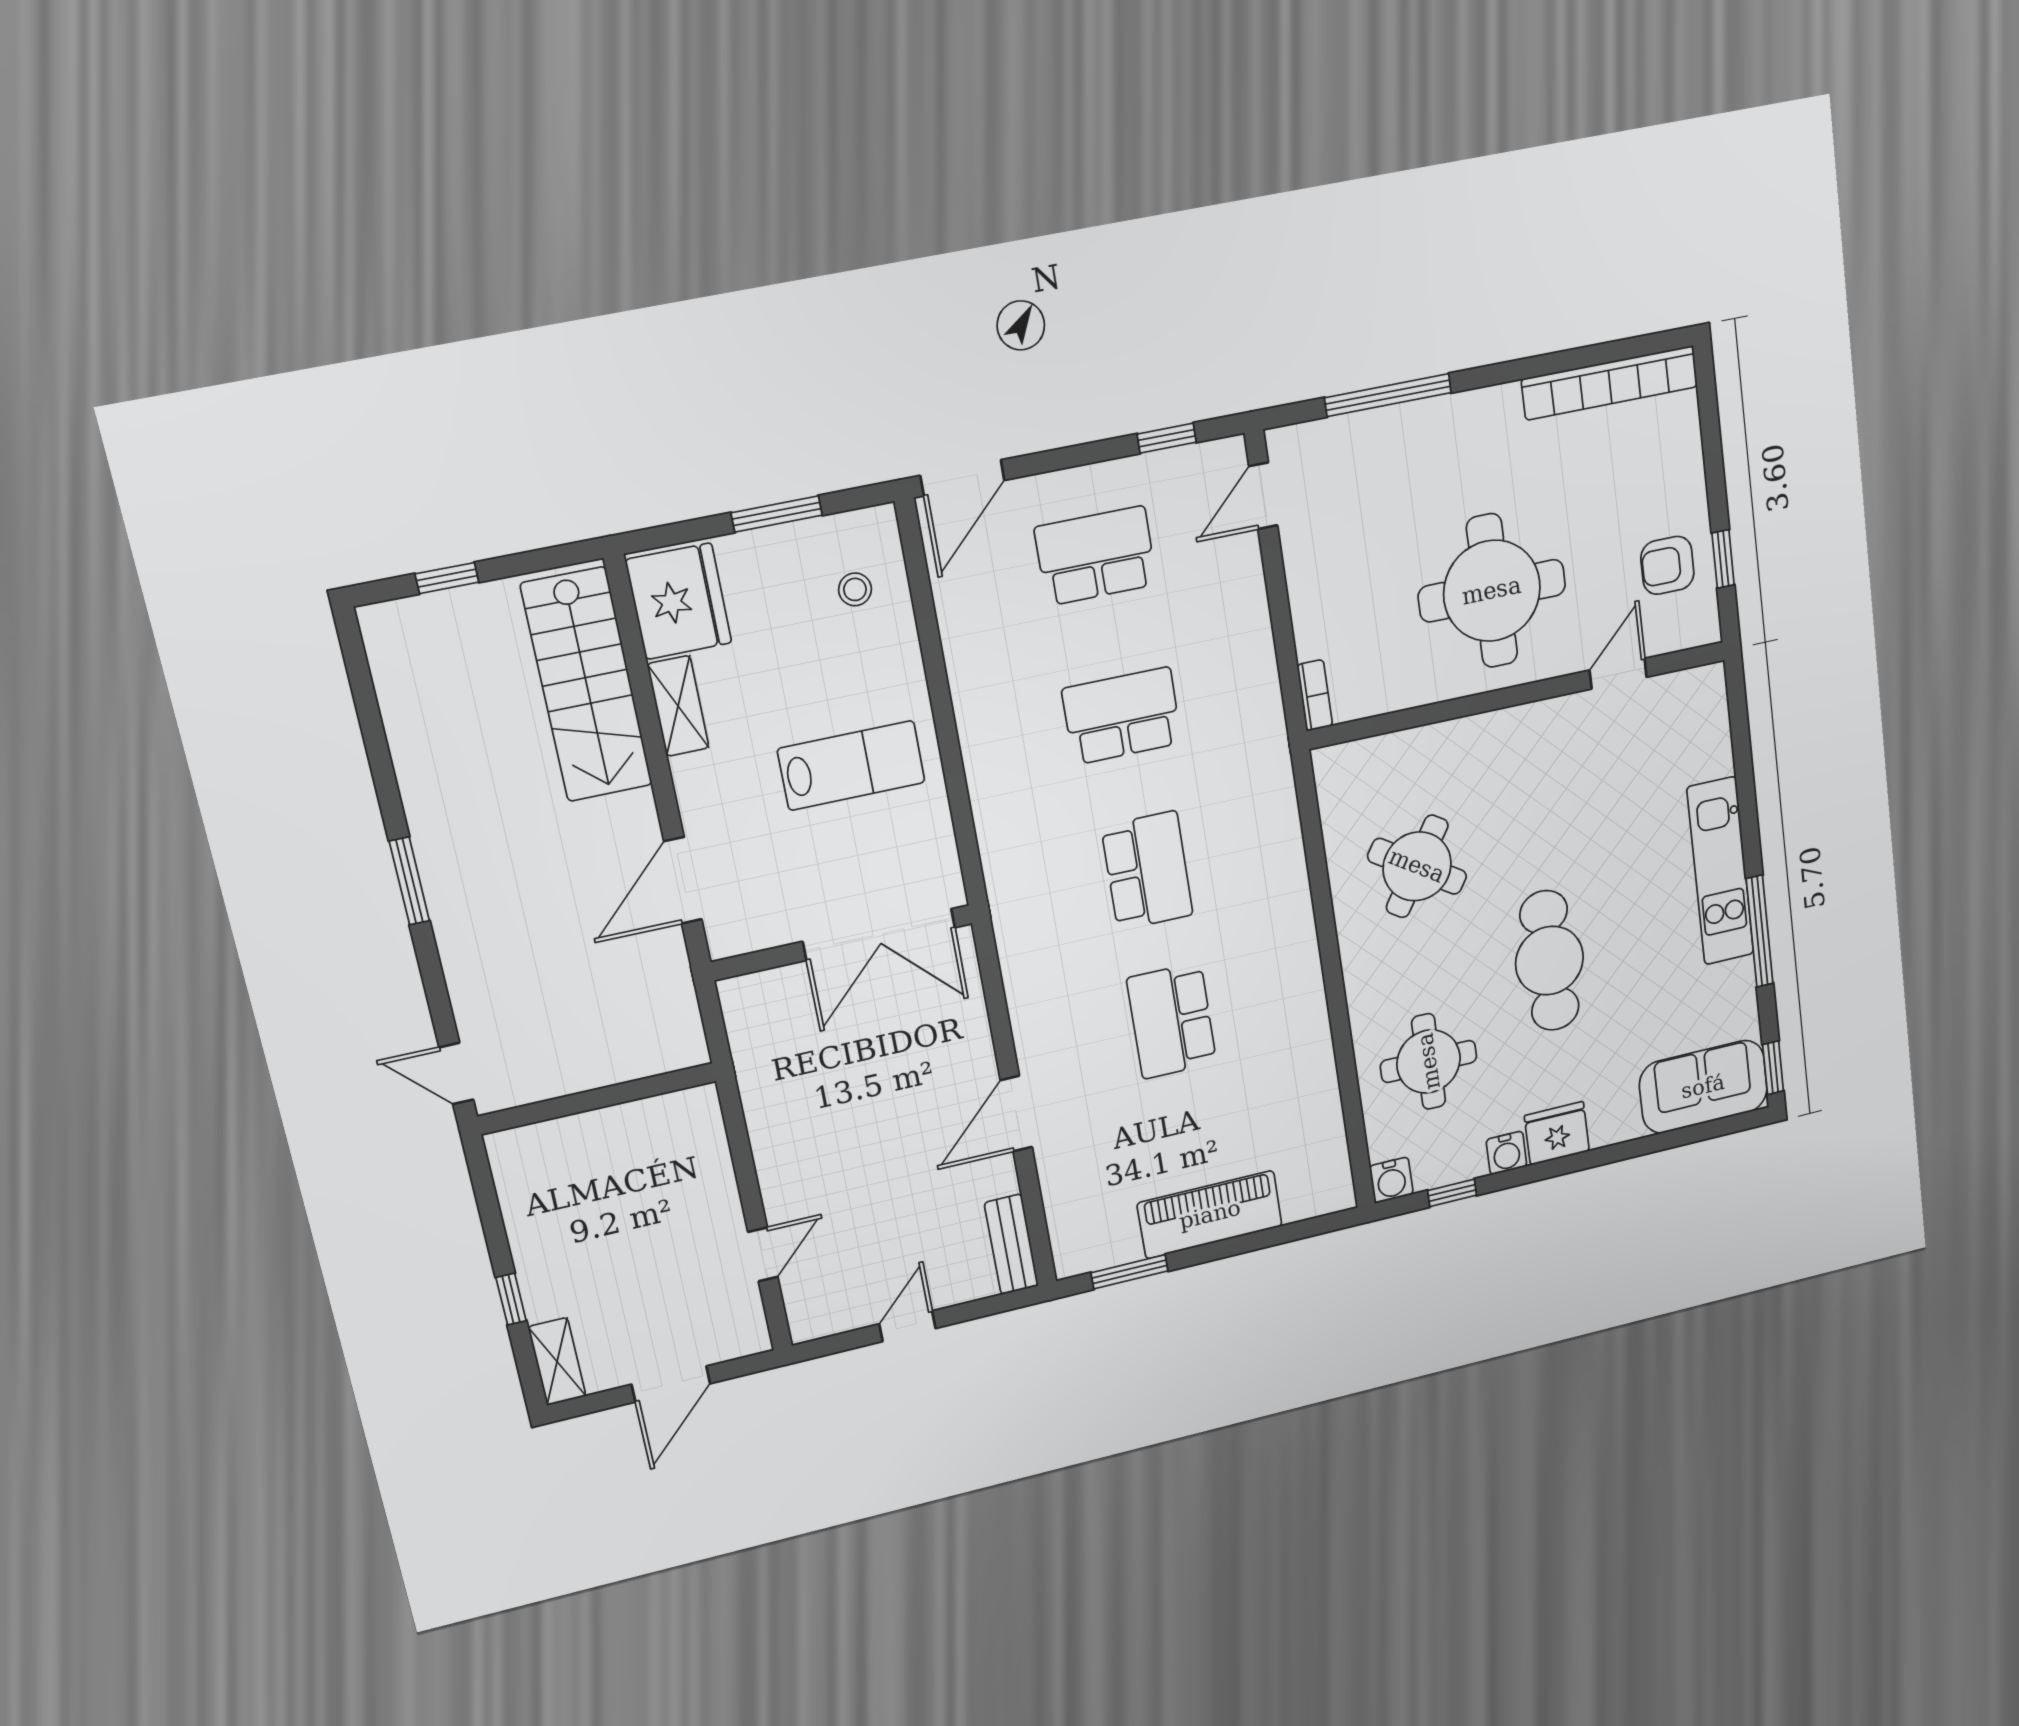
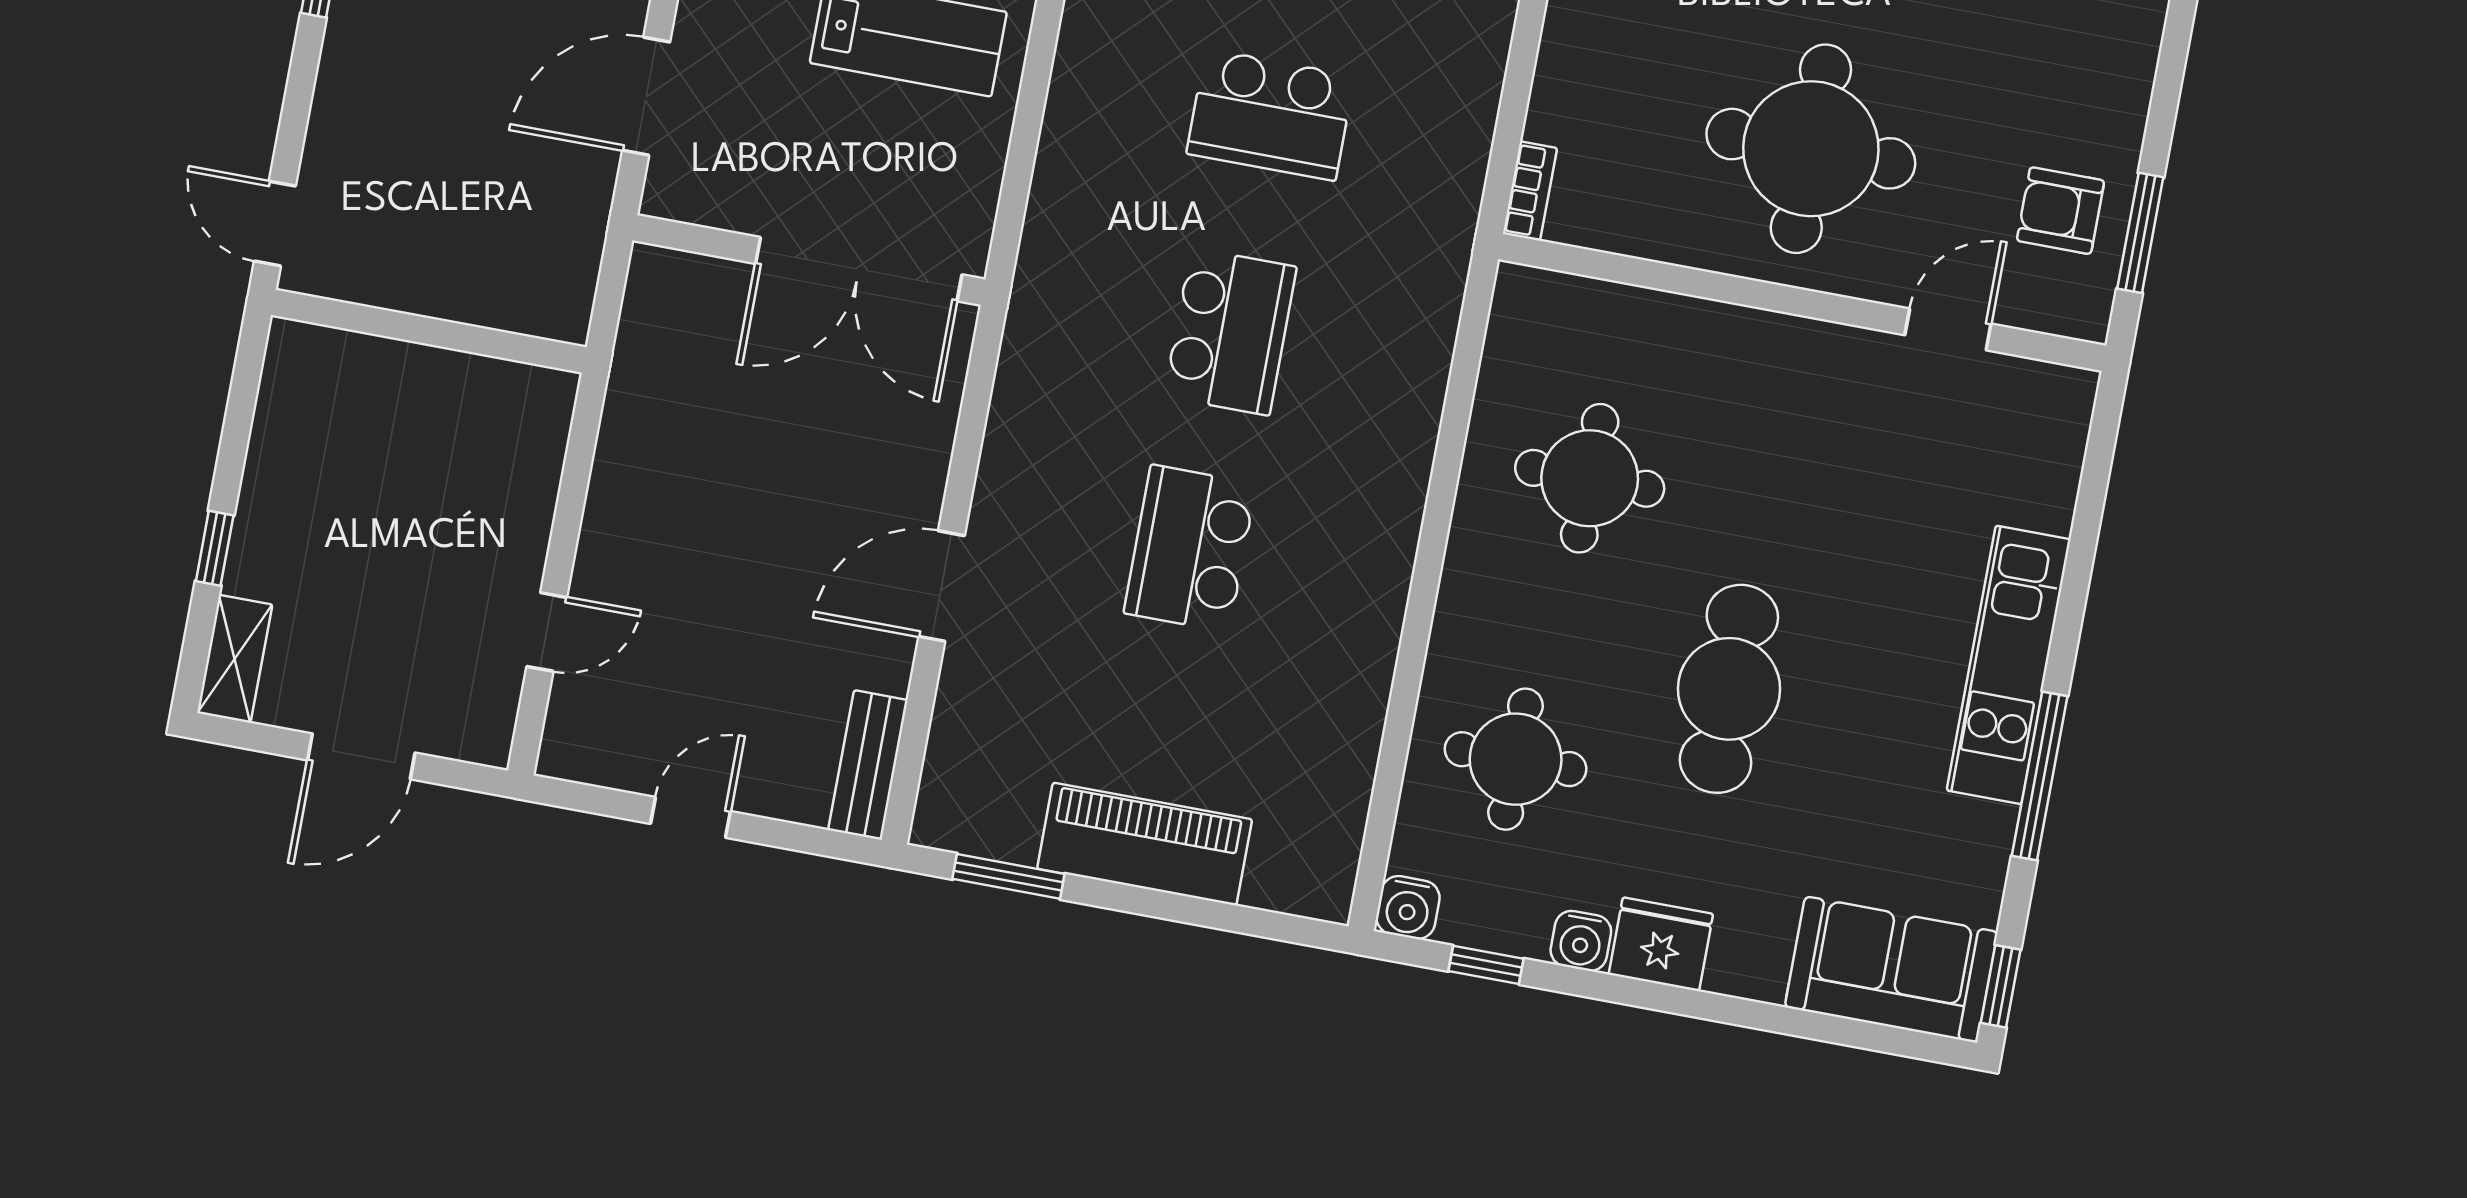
window: (1723, 559) -> (2140, 233), width x1.50
school desk: (1122, 716) -> (1270, 115), turned 180
round table: (1417, 866) -> (1590, 478), turned -33

